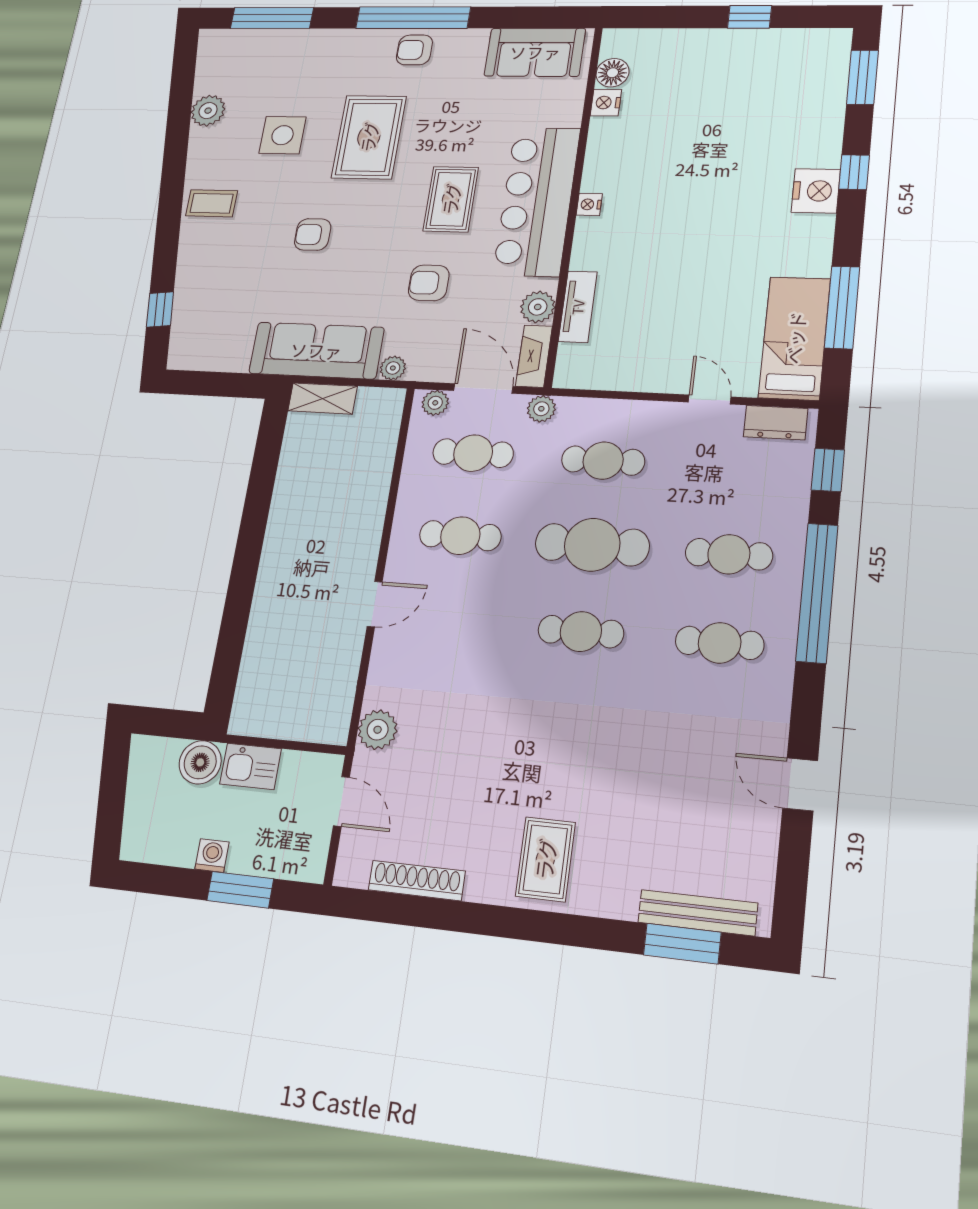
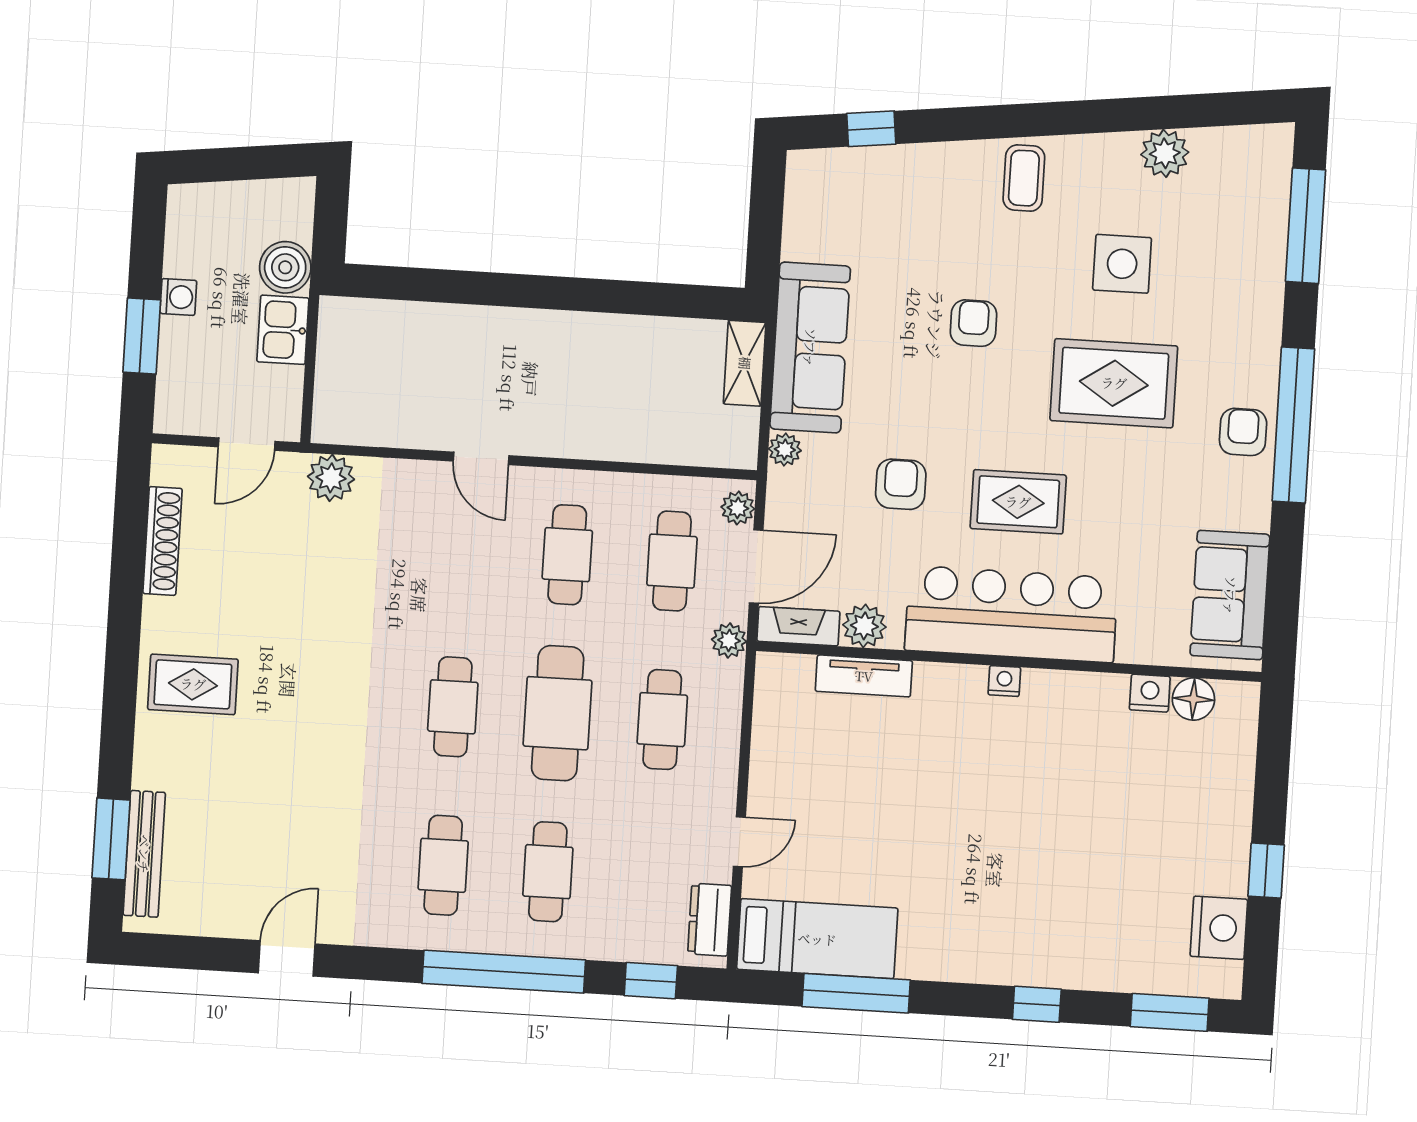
nightstand: (816, 191) -> (1219, 928), moved, turned -90

